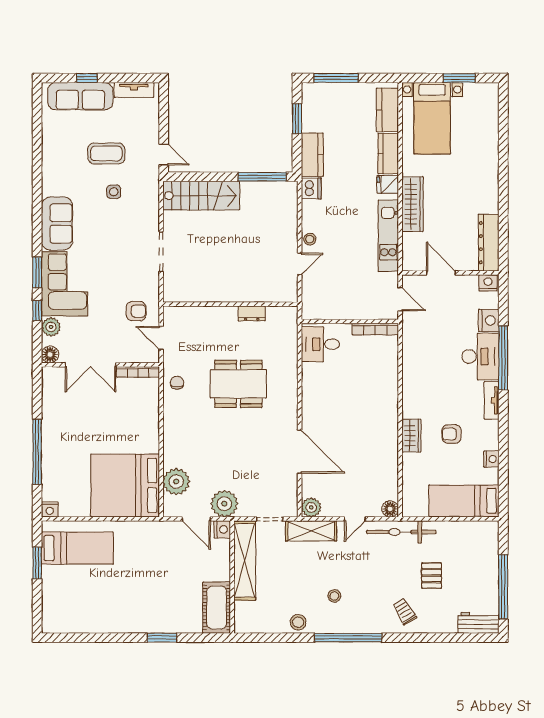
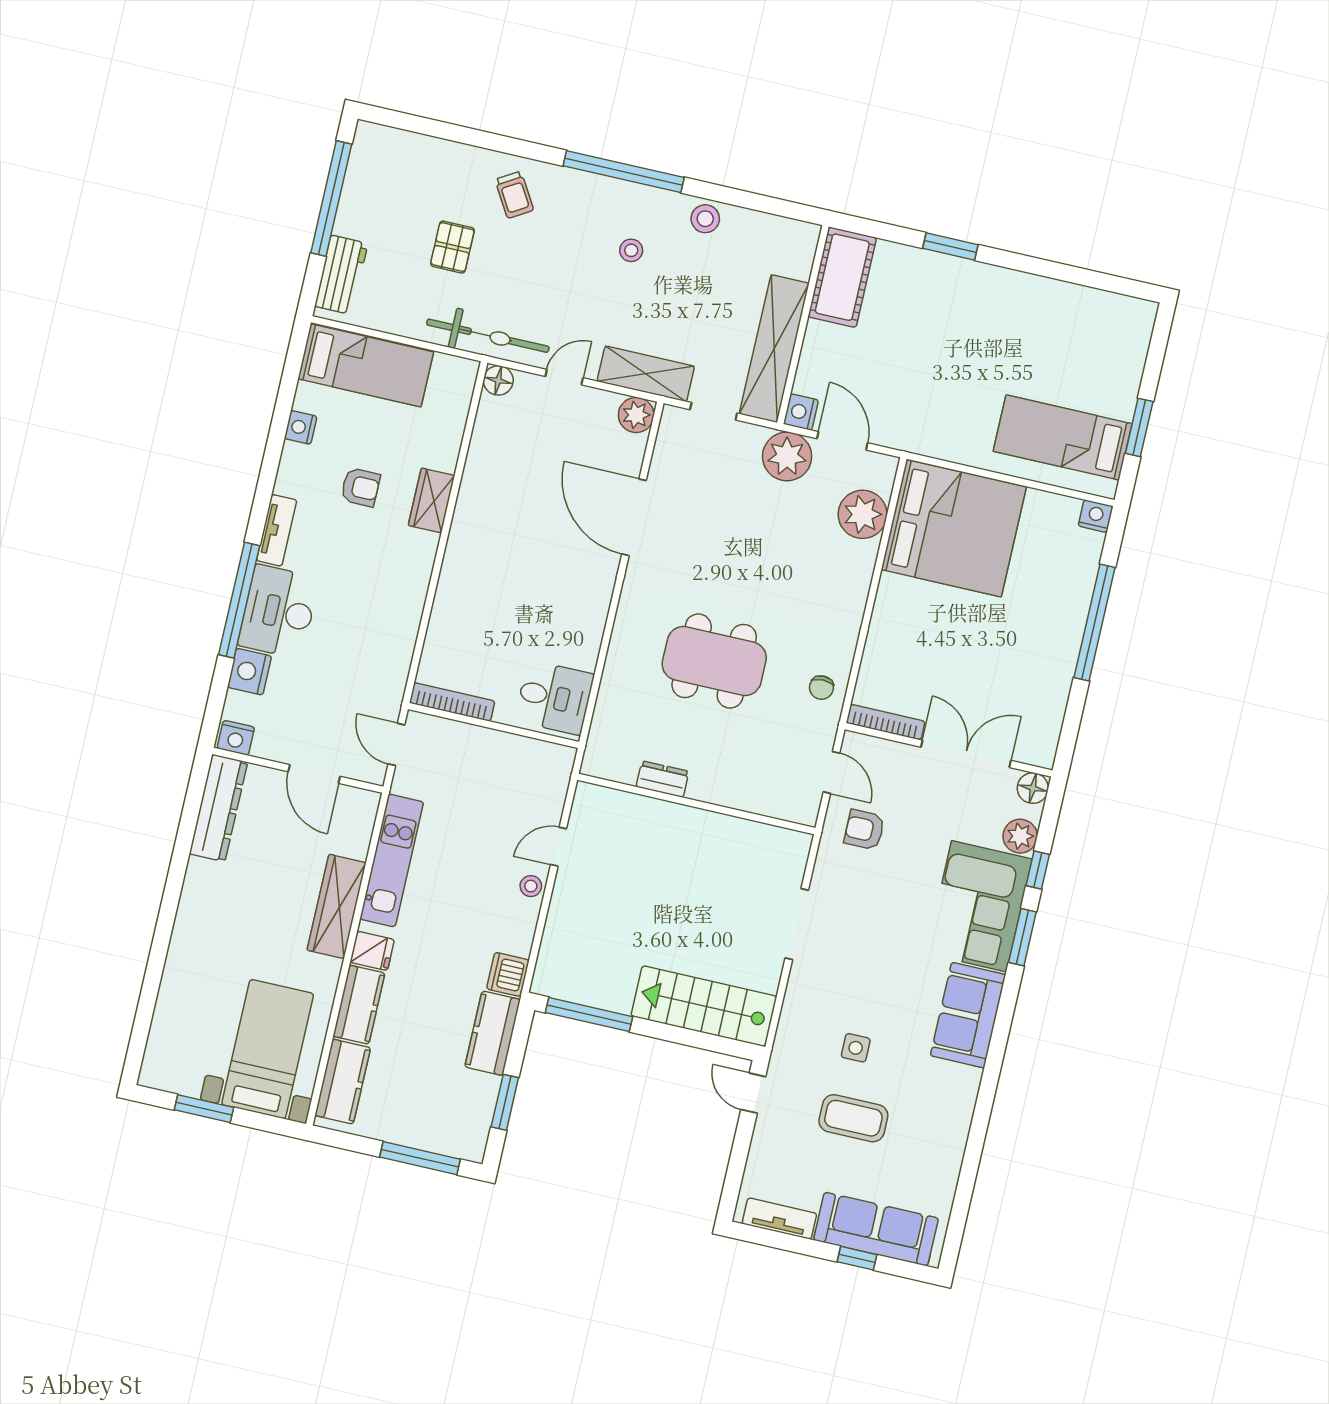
workbench: (478, 623) -> (341, 275), moved, turned -90

